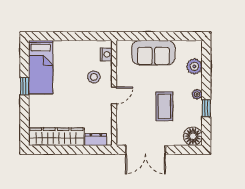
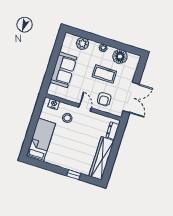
bed: (41, 67) -> (41, 140), moved, turned -90
window: (25, 86) -> (74, 175), moved
window: (206, 108) -> (115, 44), removed
armchair: (132, 116) -> (104, 99), added
floor lamp: (193, 136) -> (120, 57), moved

